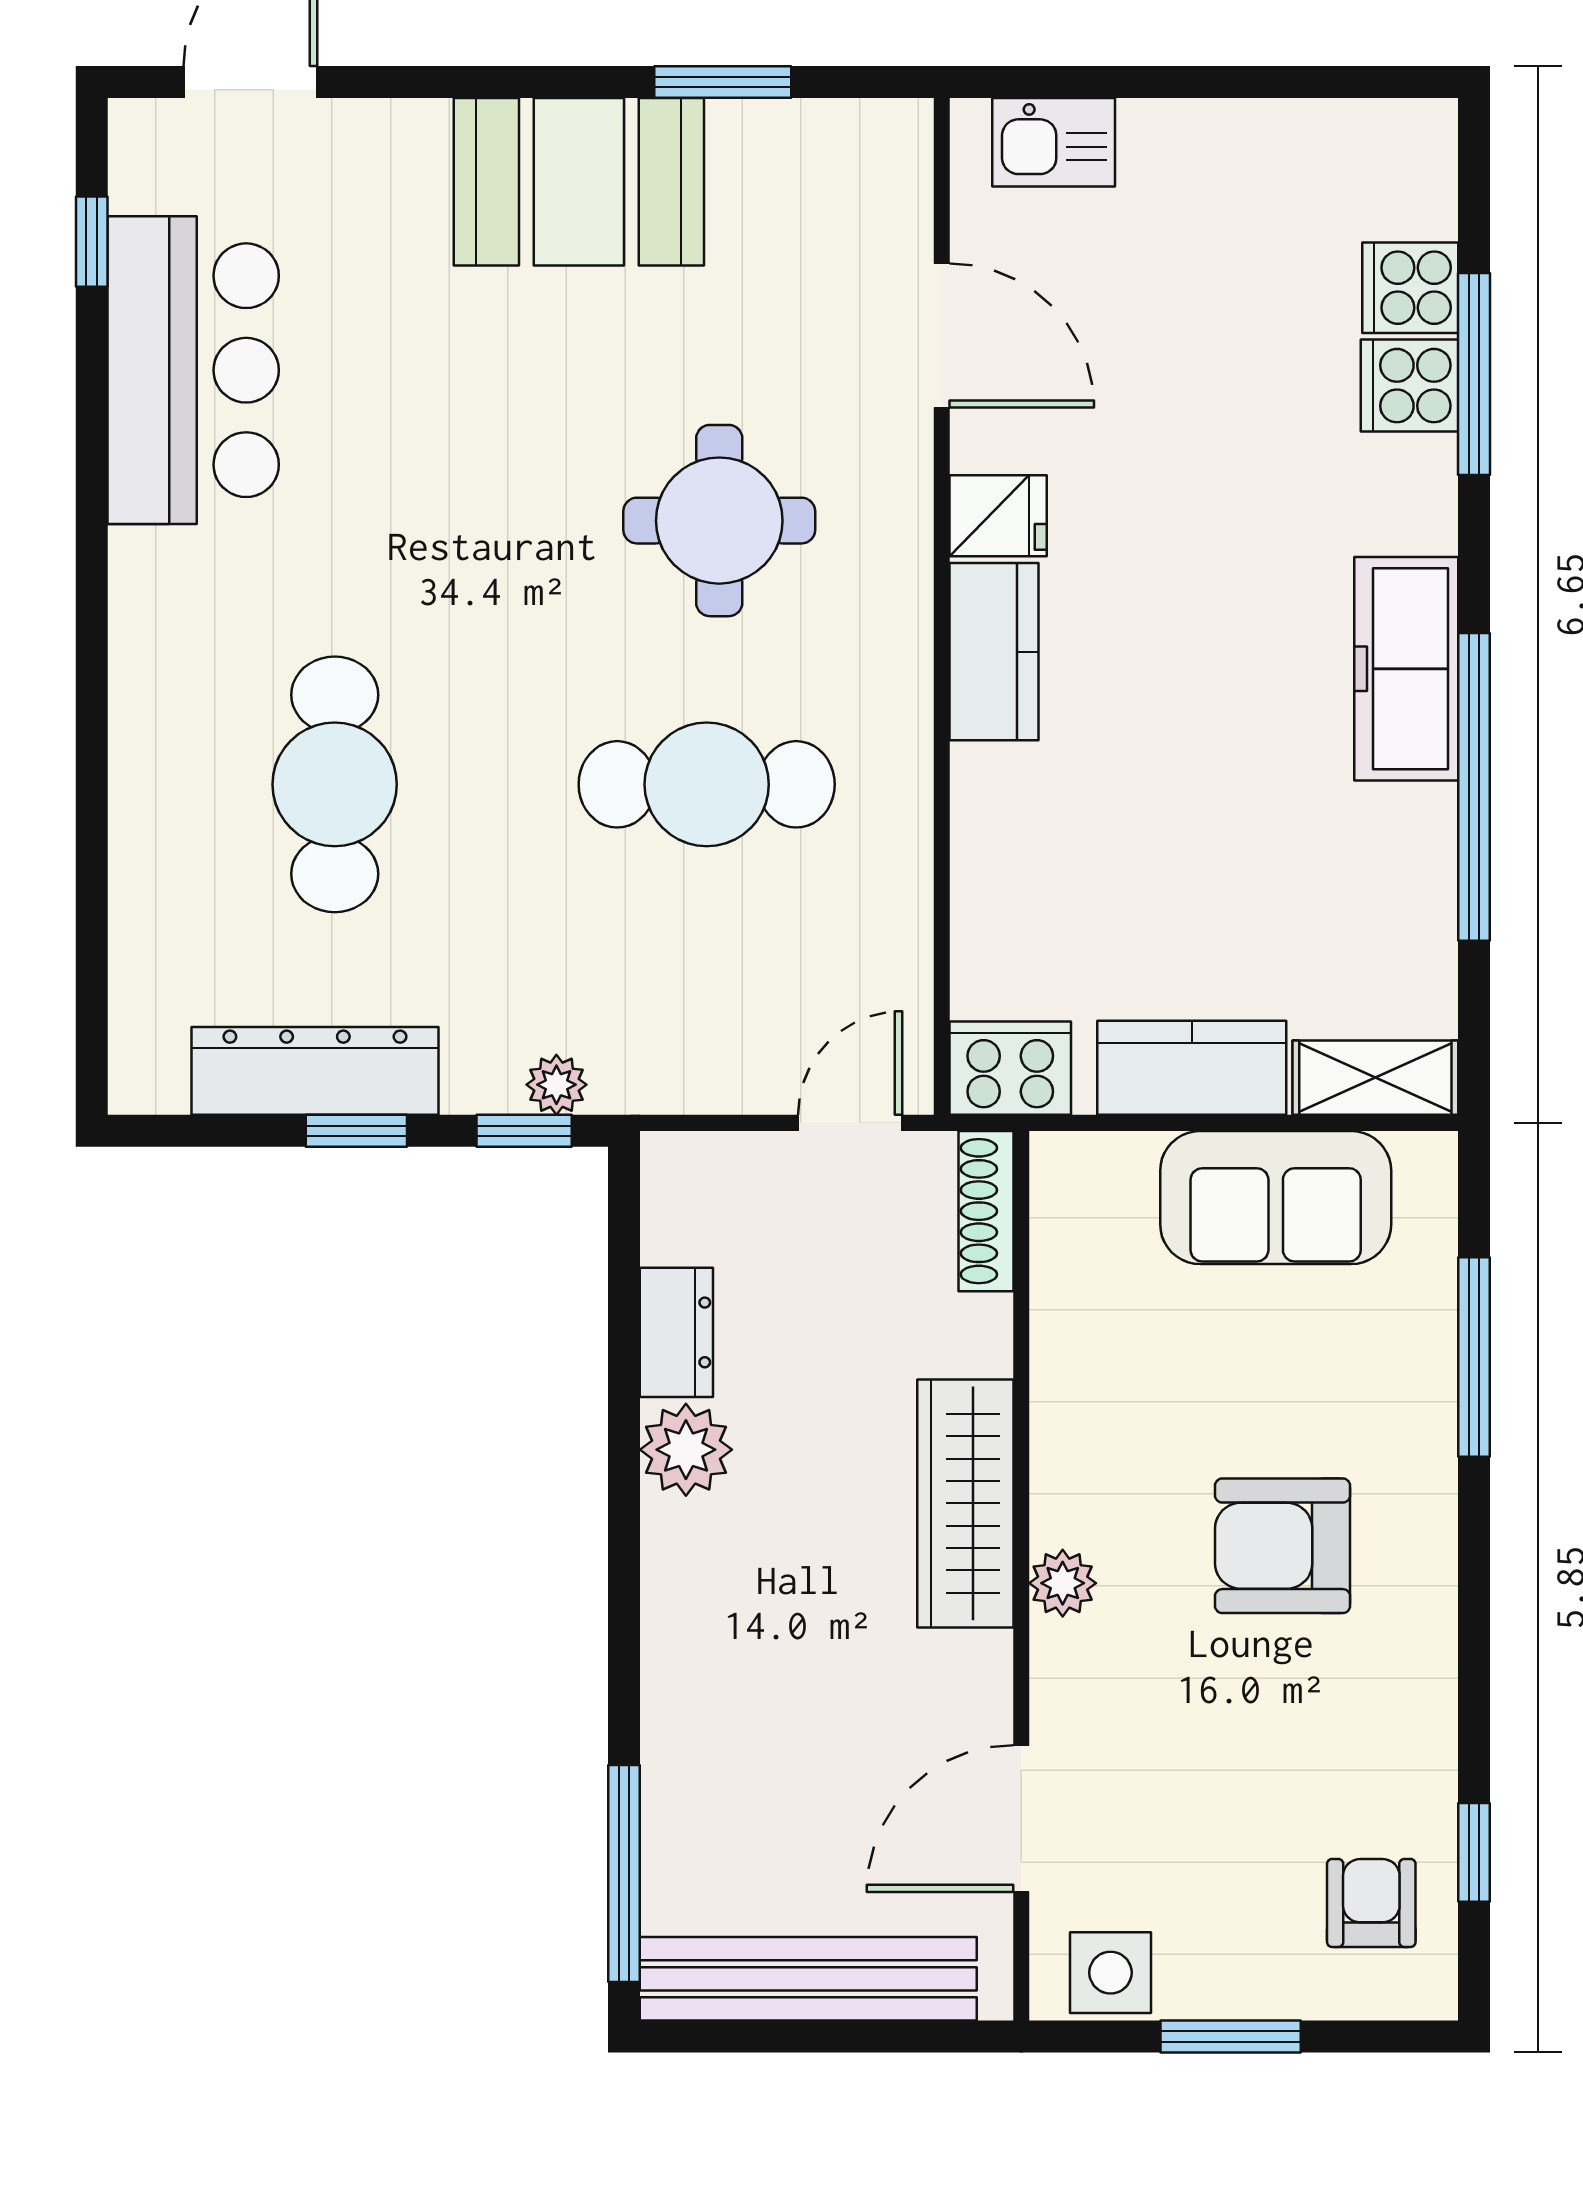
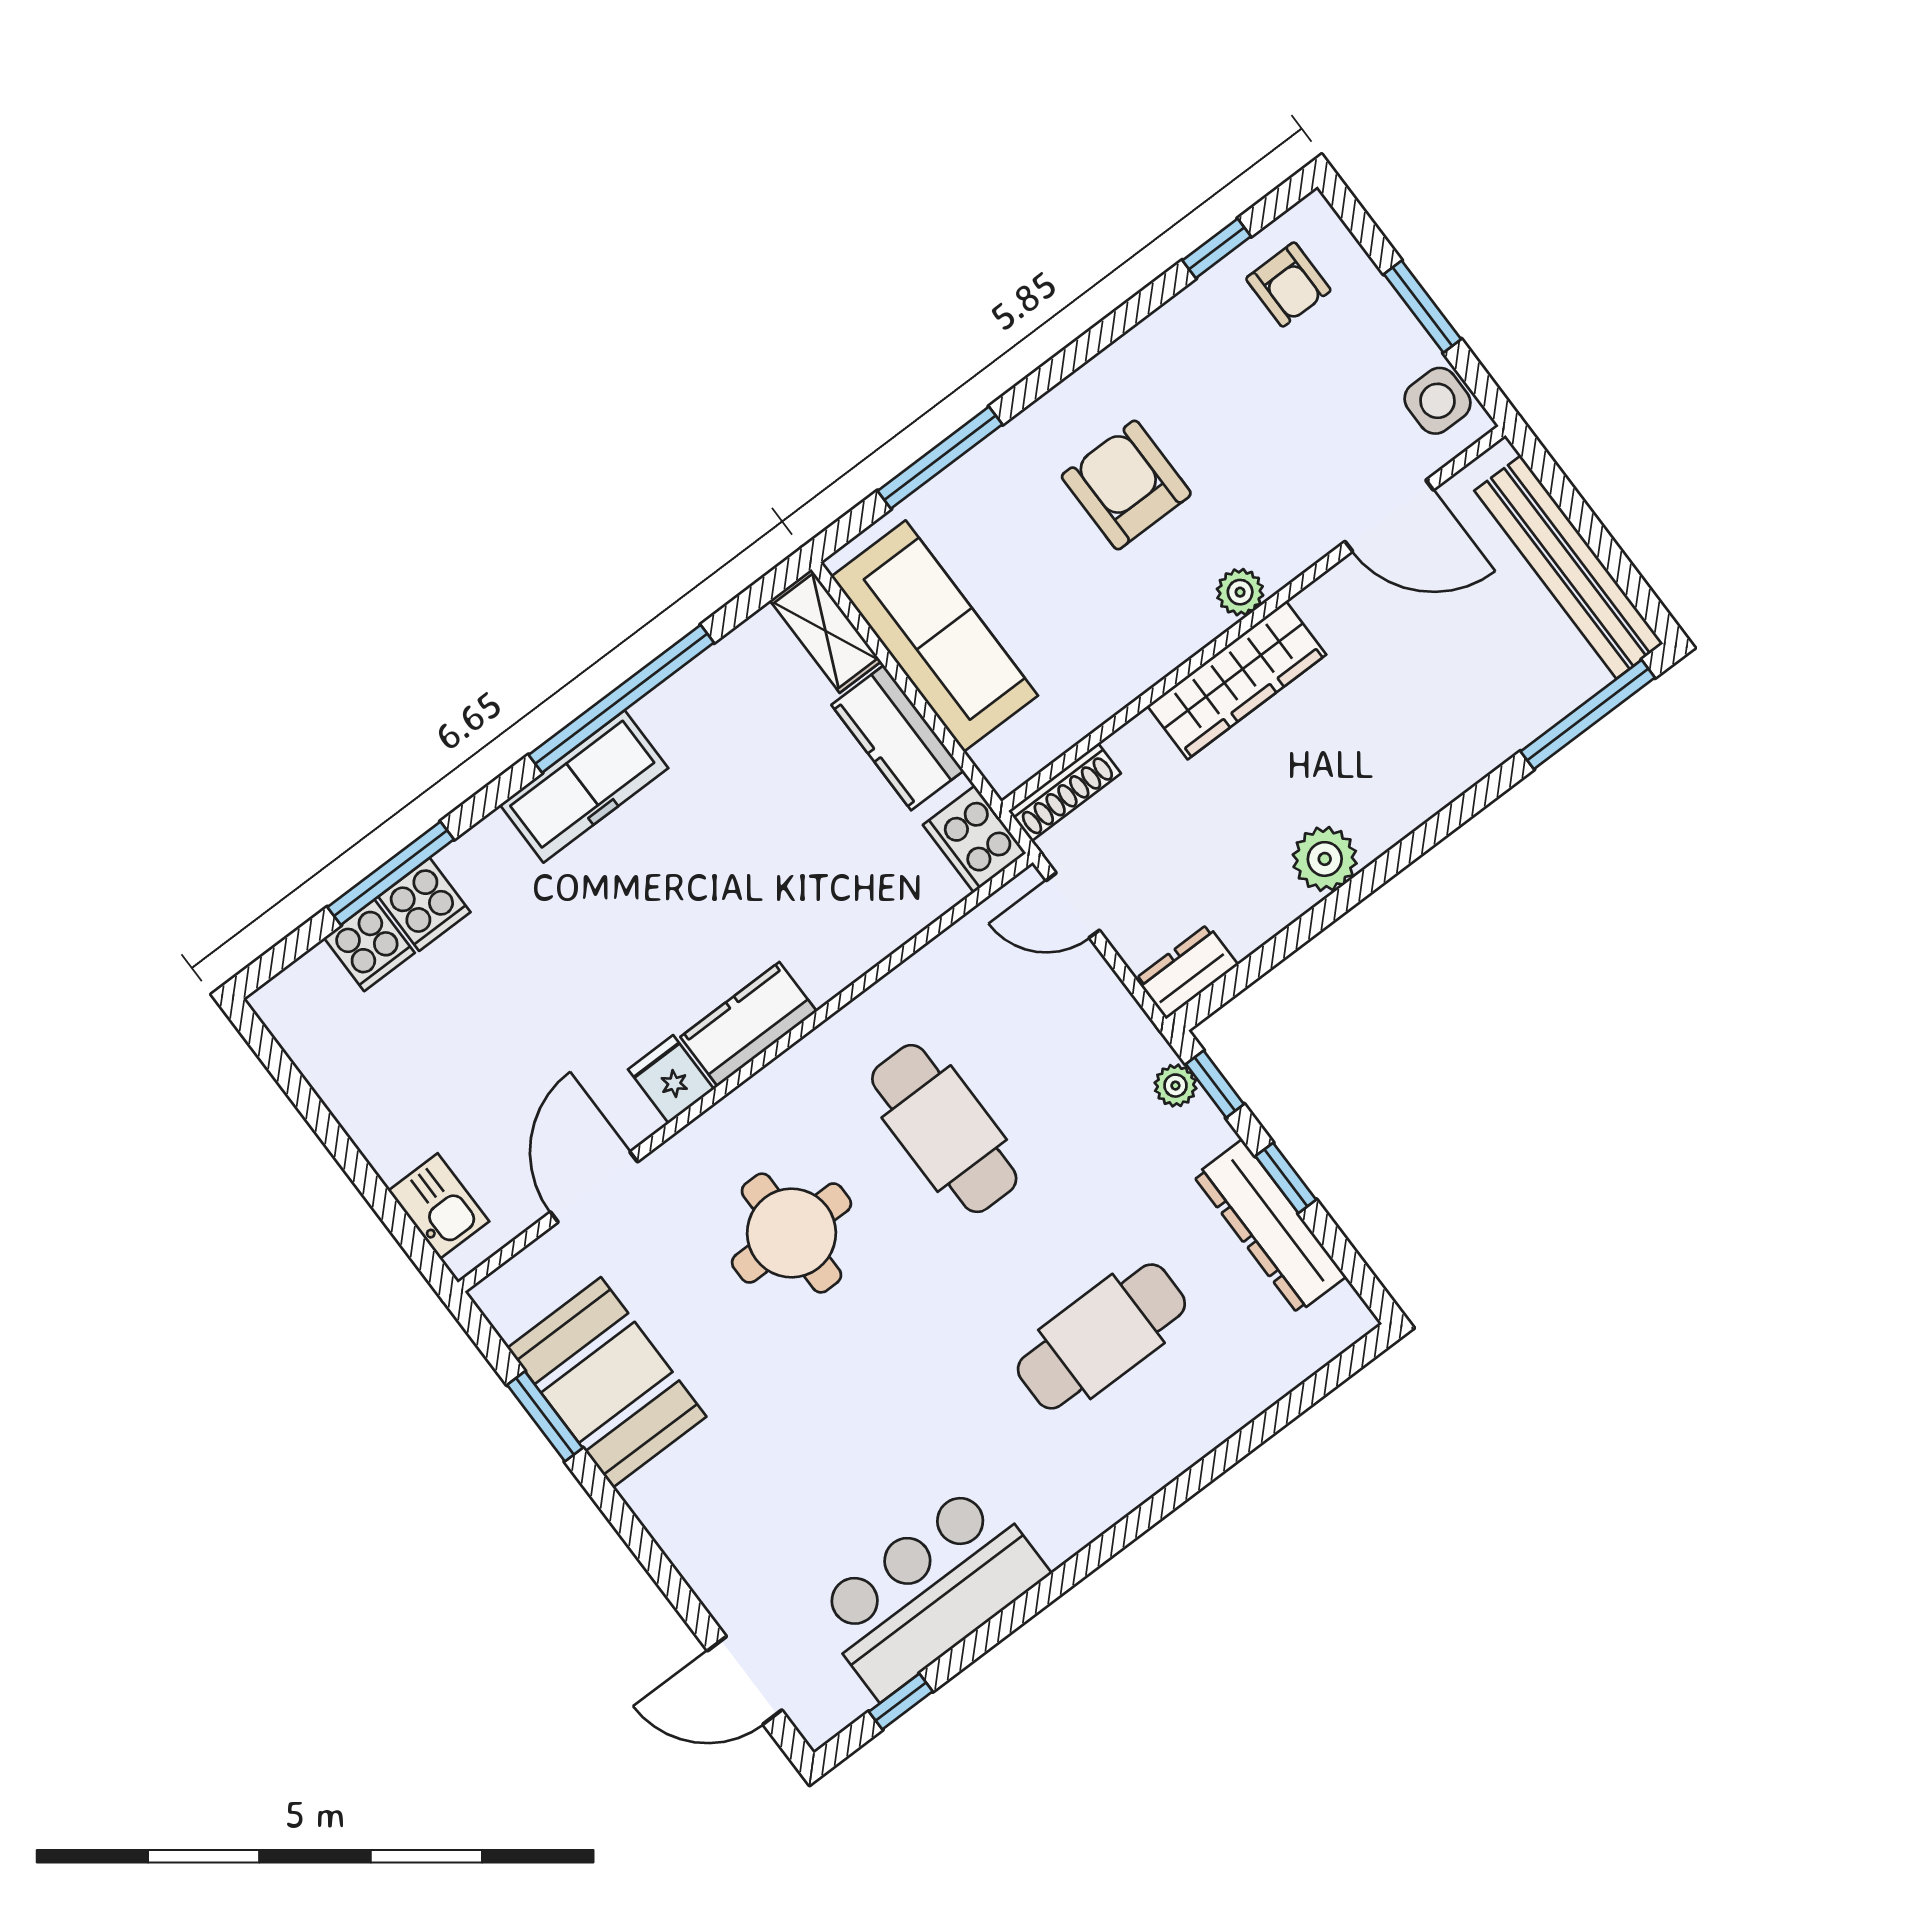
booth: (579, 182) -> (607, 1382), moved
sofa: (1276, 1198) -> (935, 636), width x1.36
dresser: (676, 1332) -> (1187, 972), moved
armchair: (1283, 1546) -> (1126, 485), turned 180
armchair: (1371, 1903) -> (1288, 284), turned -90

